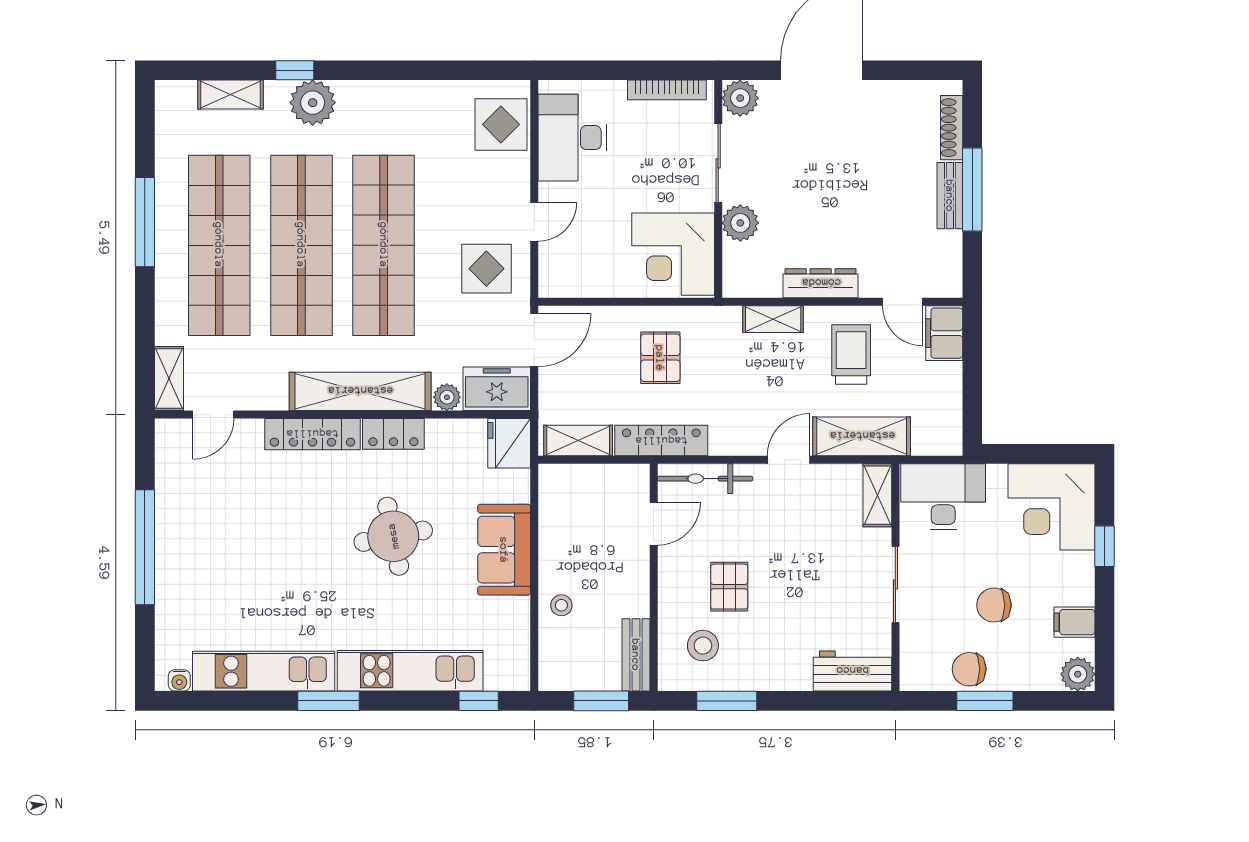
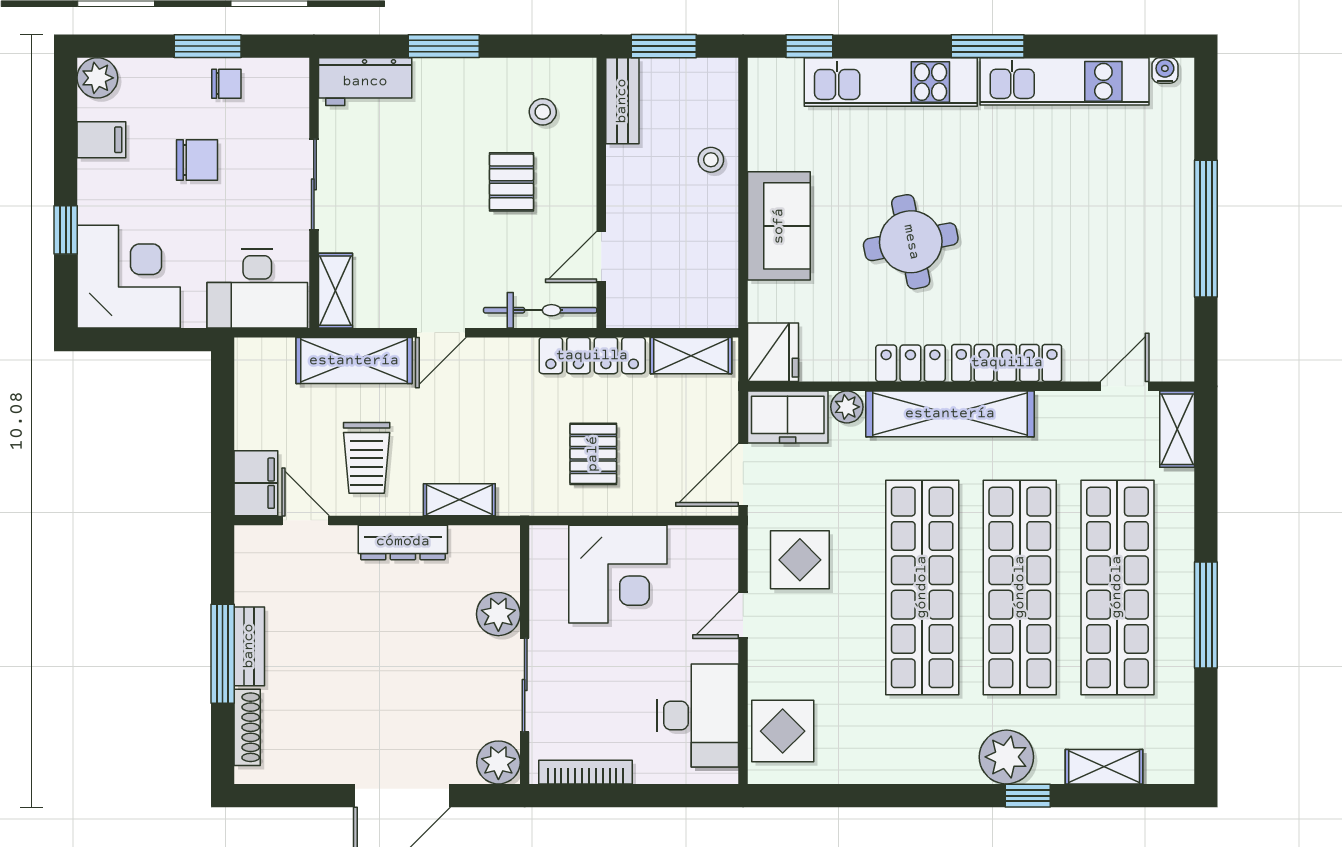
corner desk: (673, 254) -> (618, 574), moved, turned 90
stool: (703, 646) -> (543, 112), width x0.73, depth x0.73
chair: (969, 669) -> (226, 84), width x0.73, depth x0.73
window: (727, 701) -> (444, 46), moved

